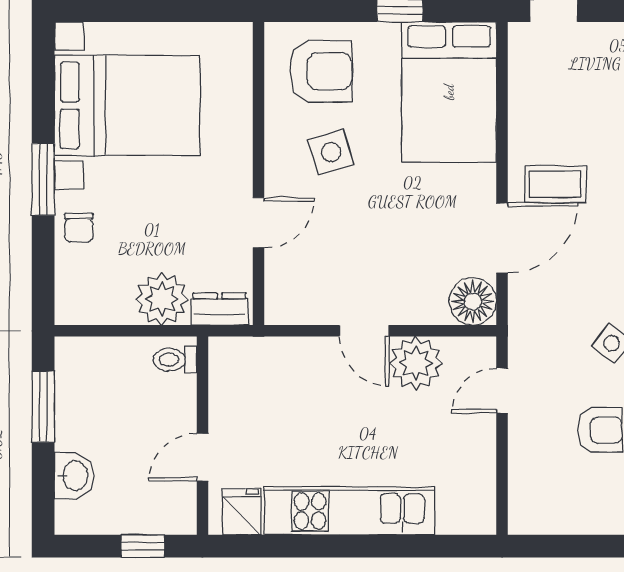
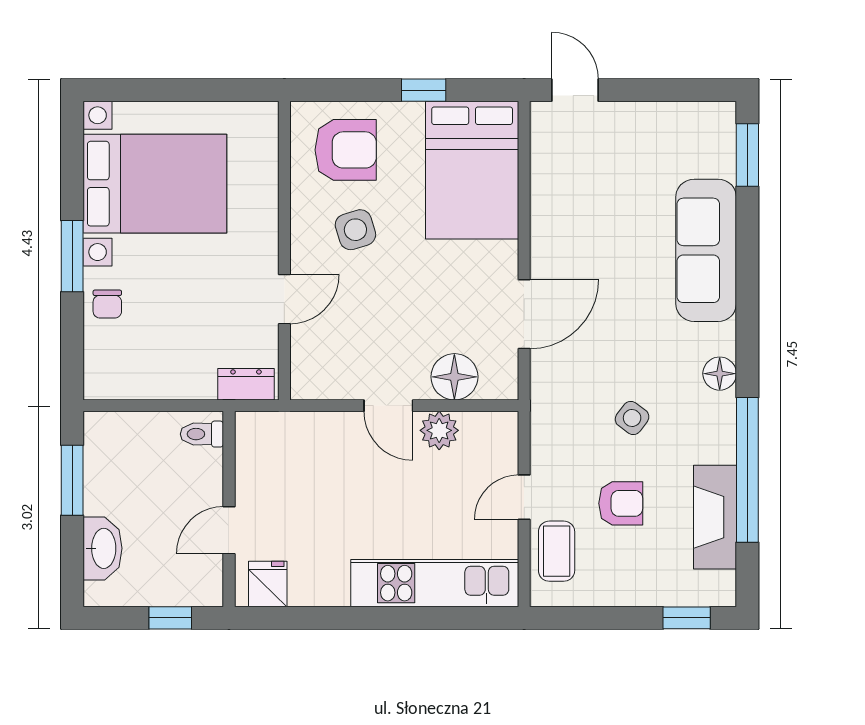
coffee table: (555, 184) -> (557, 551), moved, turned 90
plant: (162, 299) -> (189, 374), removed
floor lamp: (473, 302) -> (454, 377), moved
plant: (416, 363) -> (439, 430), width x0.73, depth x0.73
door: (502, 390) -> (524, 497), moved
washbasin: (74, 476) -> (103, 548), width x1.38
kitchen unit: (349, 511) -> (435, 583), moved

